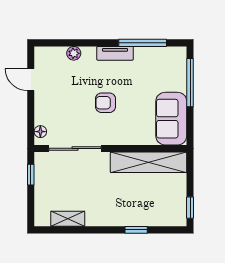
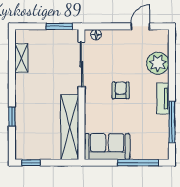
plant: (74, 53) -> (158, 63), width x1.88, depth x1.88
window: (31, 175) -> (59, 26), width x1.50

